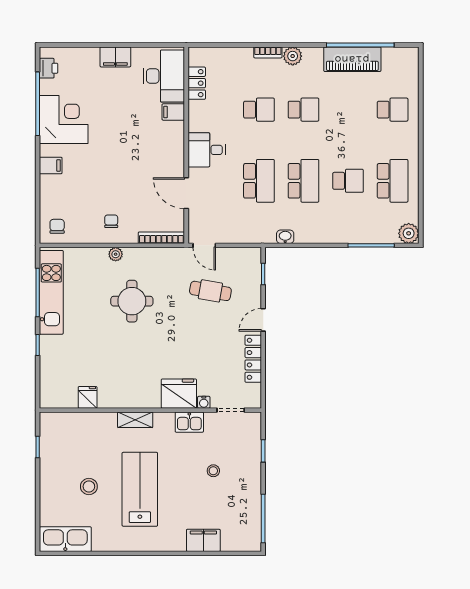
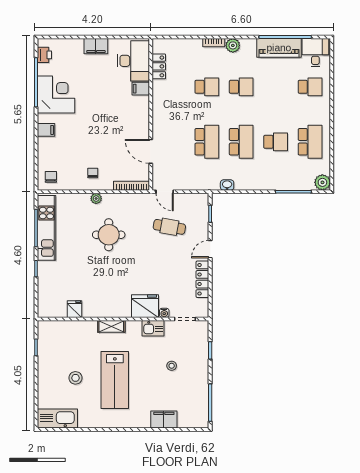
desk: (207, 150) -> (315, 53), moved, turned 90
lab bench: (140, 489) -> (115, 380), turned 180

